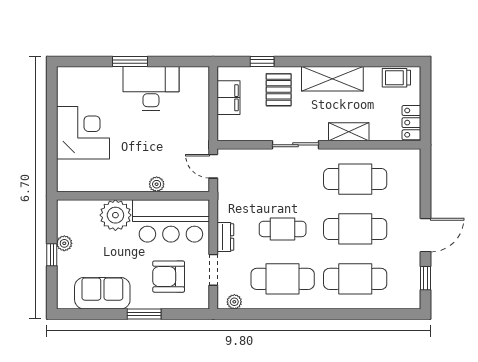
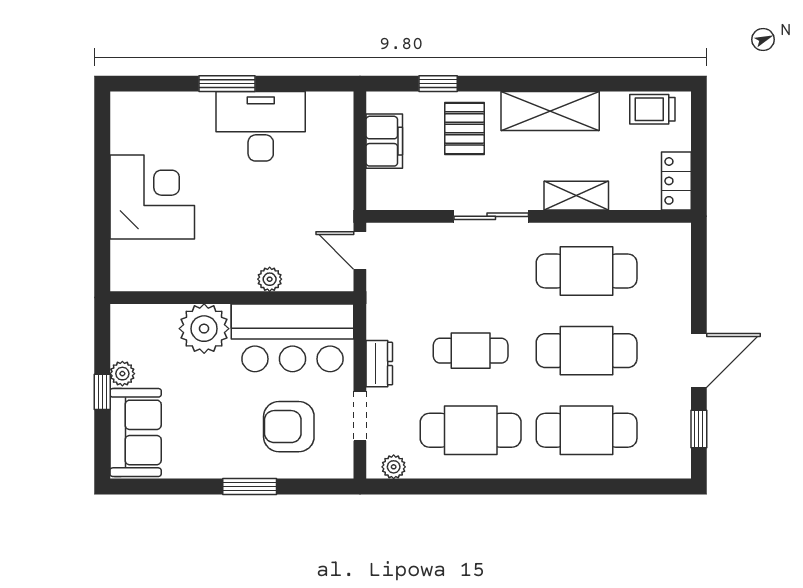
sofa: (102, 293) -> (136, 432), moved, turned 90

